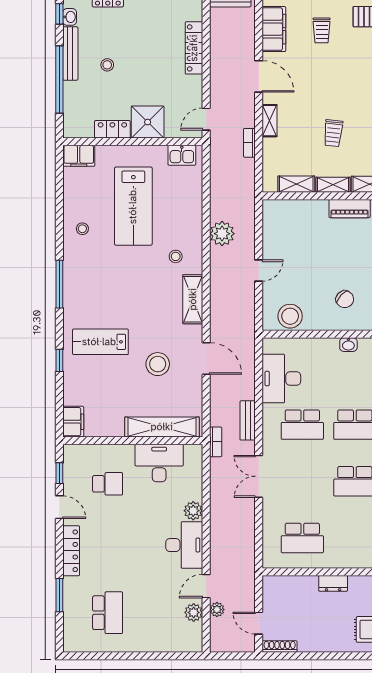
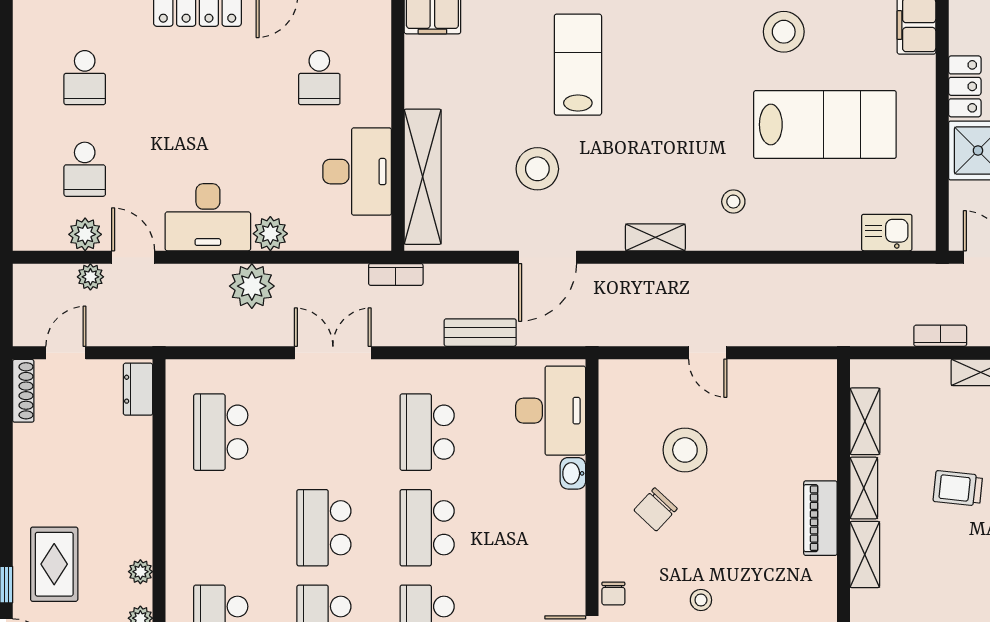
kitchen sink: (182, 155) -> (887, 233), moved, turned 90
lab bench: (133, 206) -> (825, 125), turned 180
stool: (82, 229) -> (784, 32), width x1.89, depth x1.89
plant: (222, 234) -> (252, 286), moved
shelving: (193, 299) -> (655, 237), width x0.67, depth x0.75
stool: (290, 316) -> (685, 450), moved
washbasin: (348, 345) -> (573, 473), moved
desk: (281, 379) -> (551, 411), moved, turned 90
bench: (248, 420) -> (480, 333), moved
dresser: (333, 583) -> (138, 389), moved
school desk: (108, 613) -> (85, 78), width x0.54
school desk: (158, 613) -> (85, 169), added

